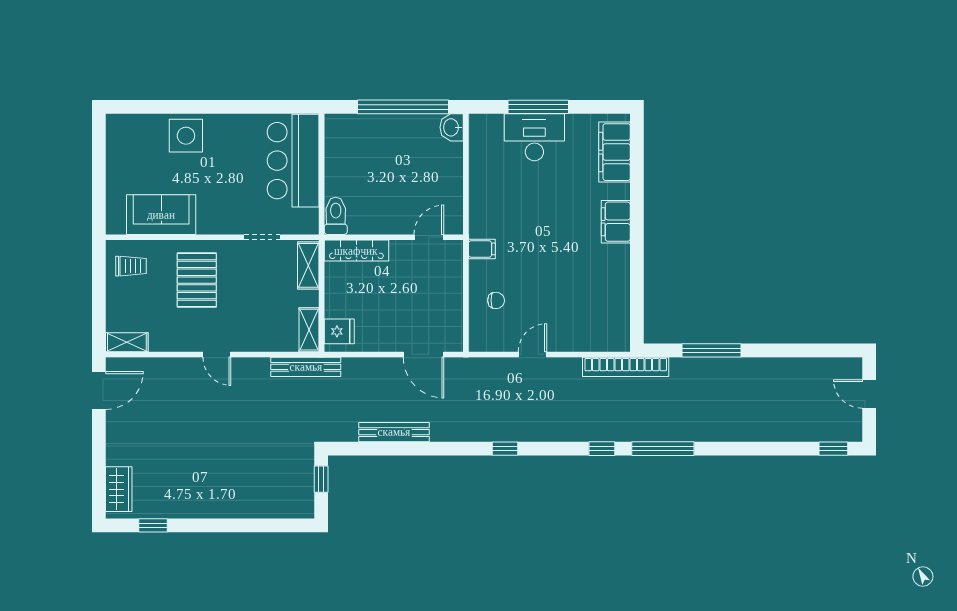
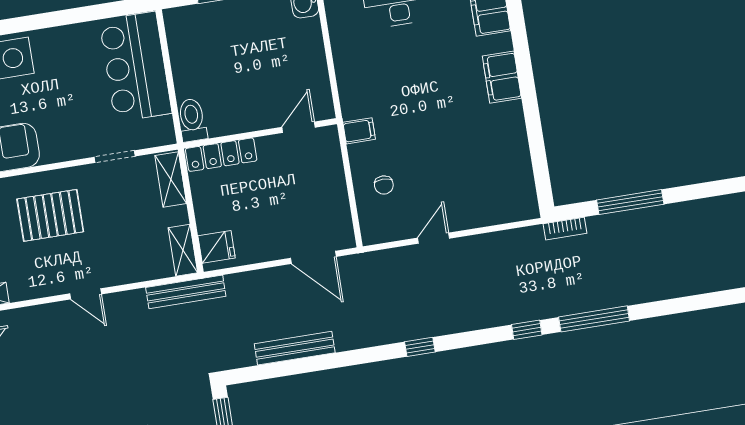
pallet: (197, 280) -> (50, 215), turned 90
chair: (496, 300) -> (384, 185), turned 90
bookcase: (626, 367) -> (565, 229), width x0.43, depth x0.76

